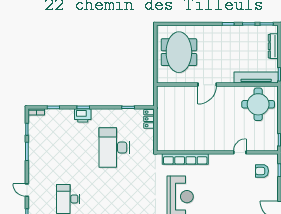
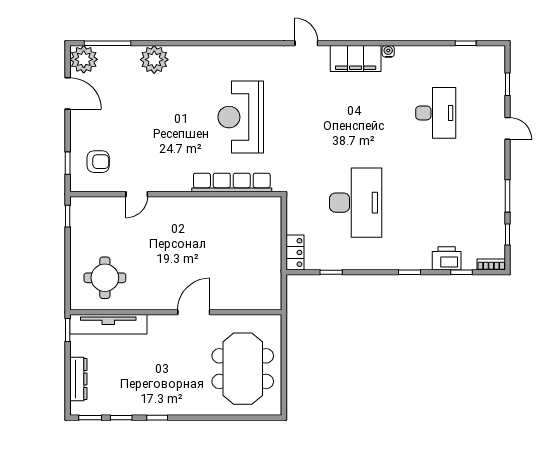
round table: (258, 104) -> (105, 278), width x0.73, depth x0.73
printer: (83, 115) -> (447, 258), moved

